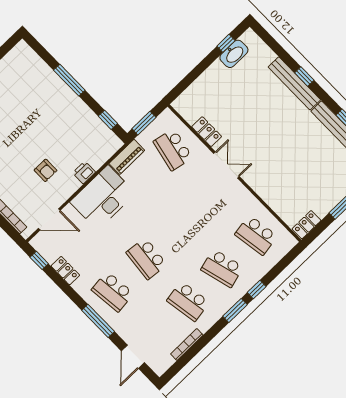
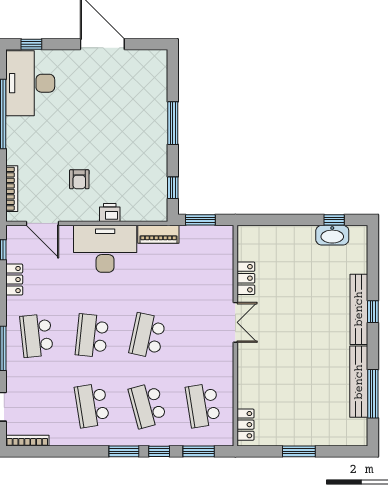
school desk: (173, 150) -> (147, 336), moved
locker: (306, 225) -> (246, 425), moved, turned 90
window: (281, 266) -> (199, 451), added
bookcase: (187, 344) -> (27, 441), moved

